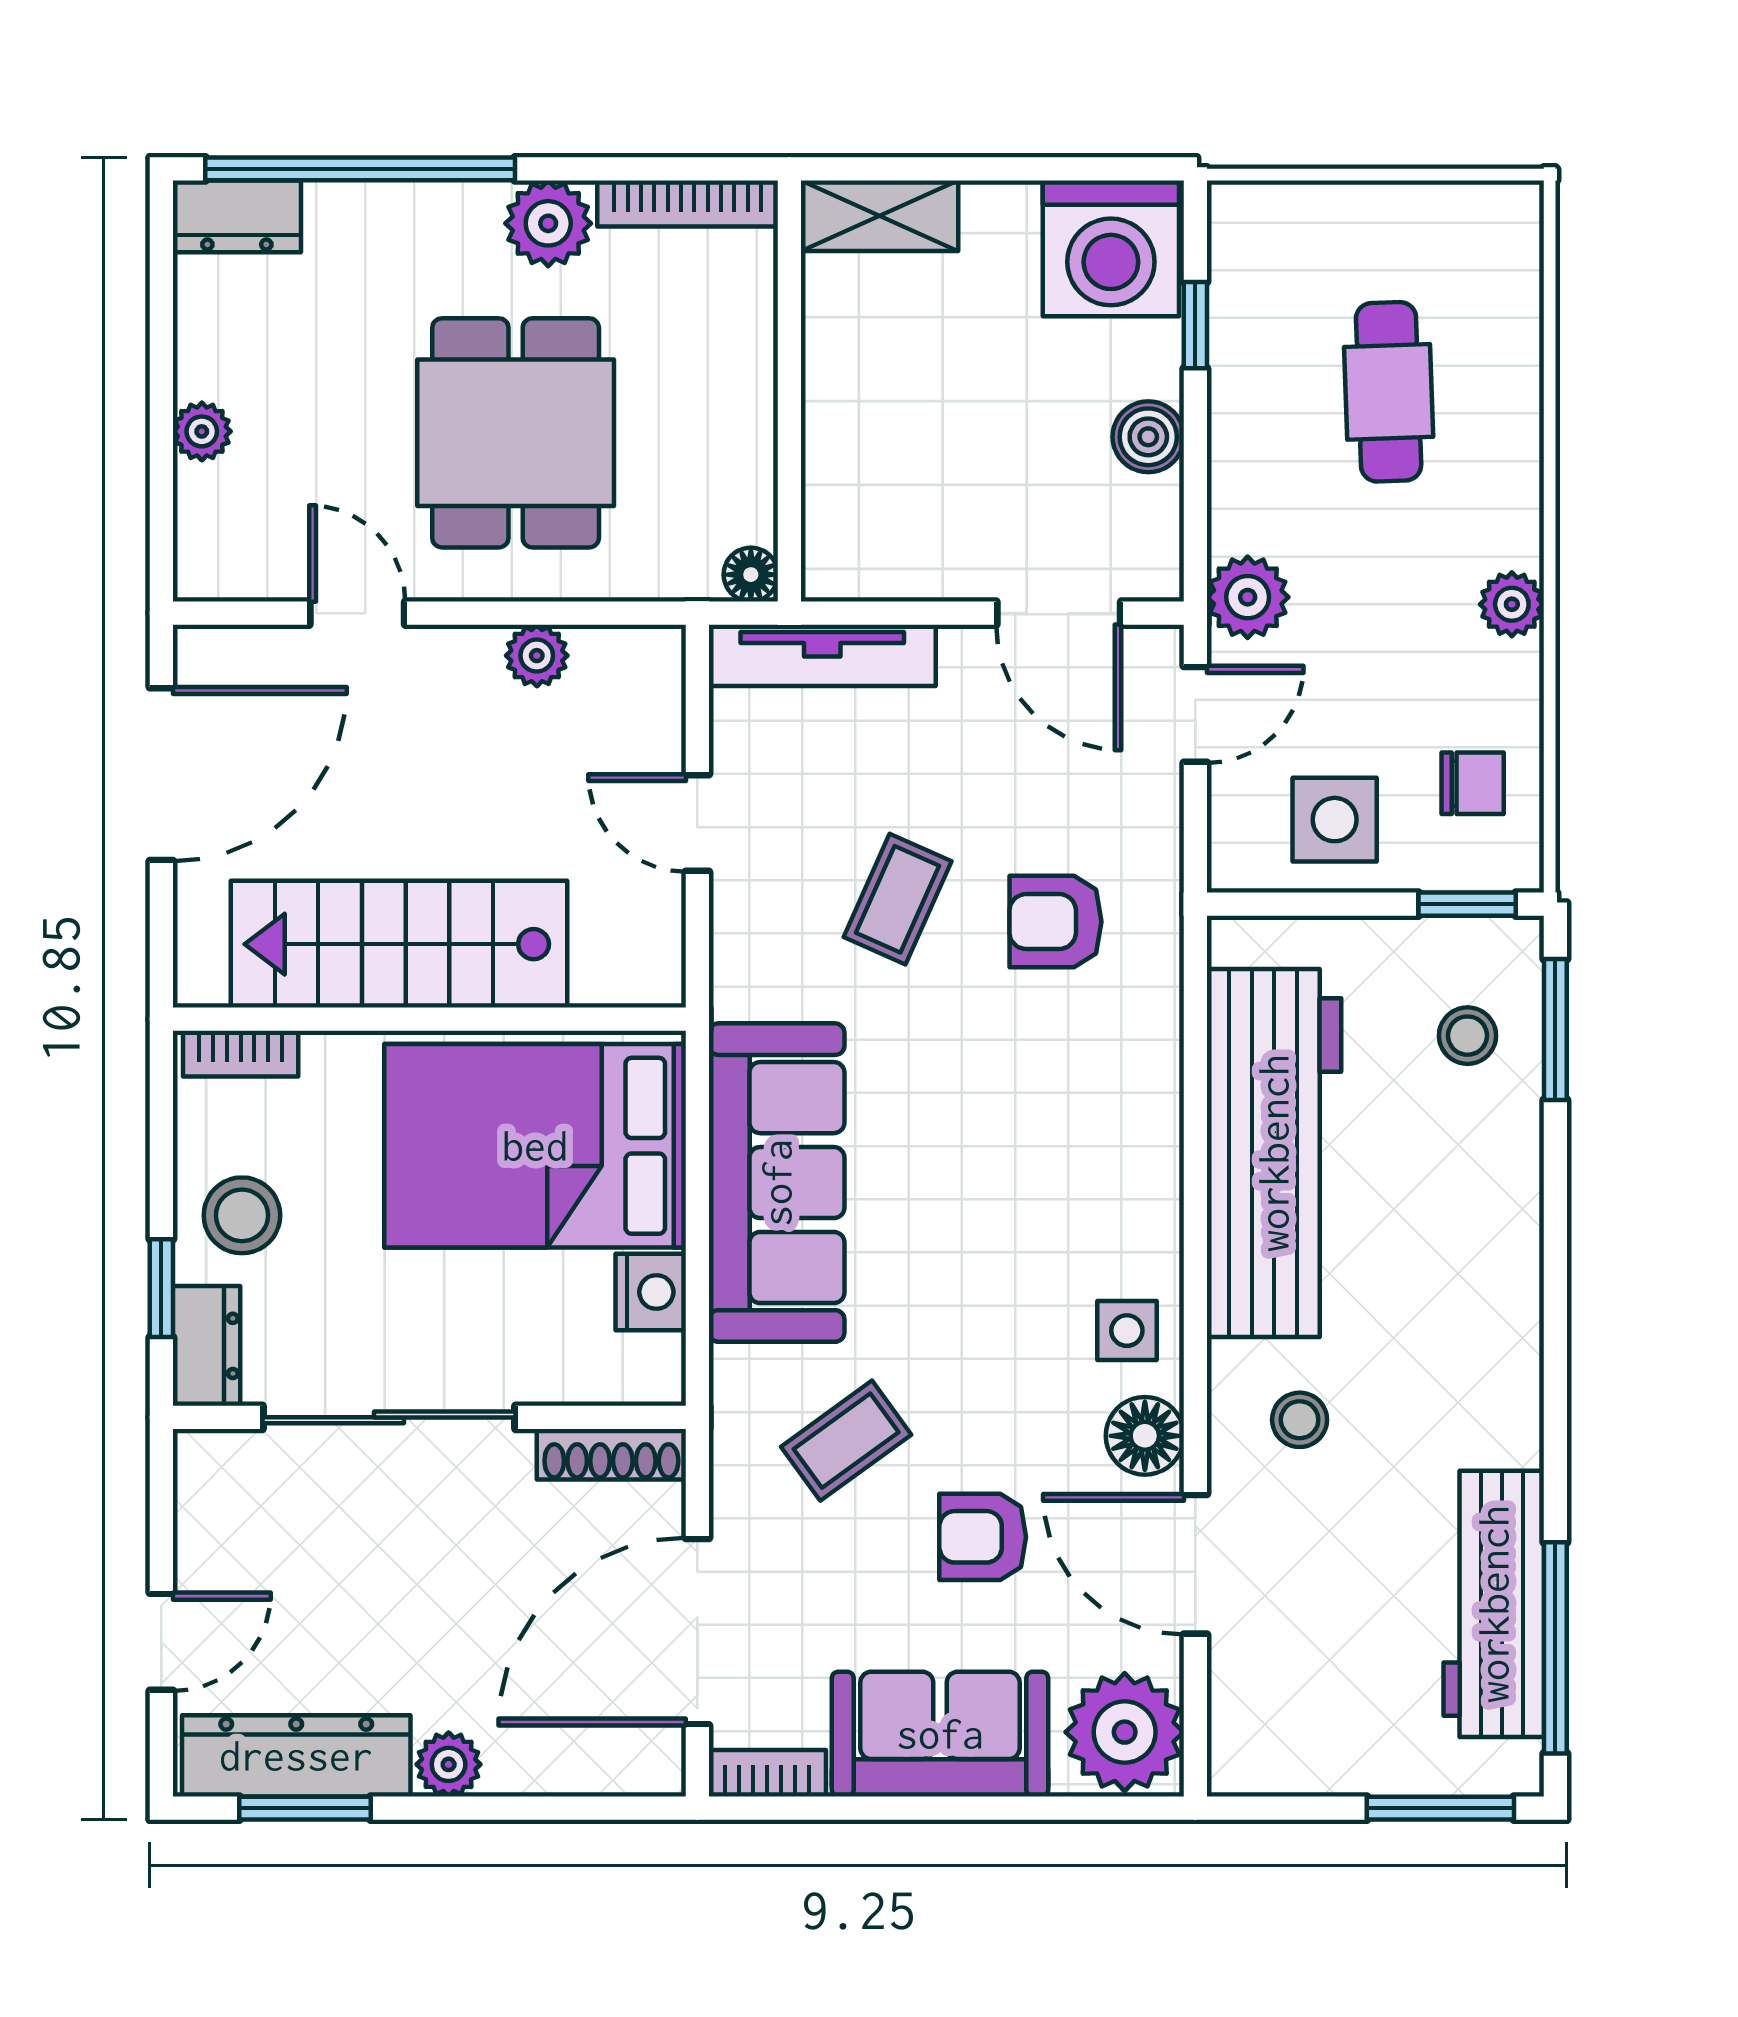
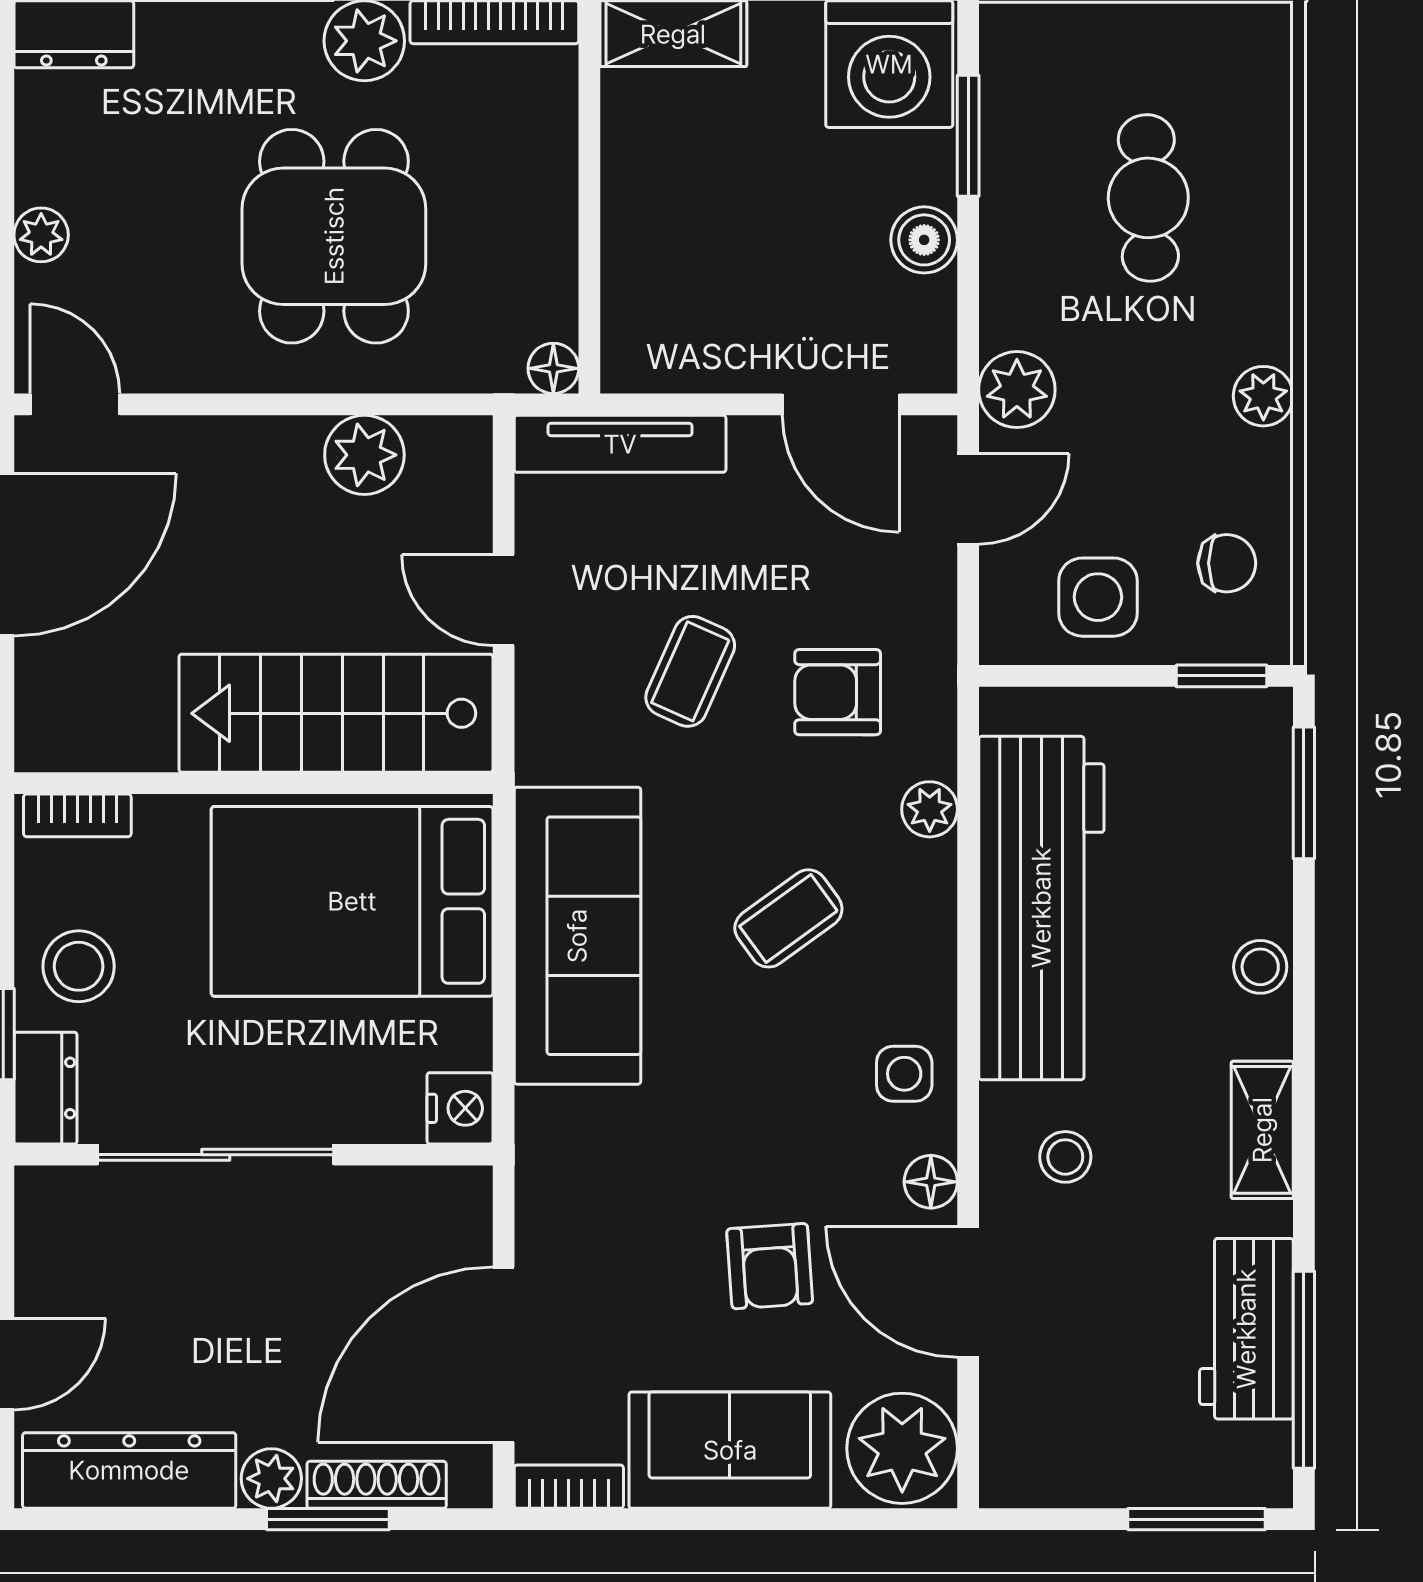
window: (1195, 325) -> (968, 136), width x1.50
door: (357, 613) -> (75, 404), moved
plant: (537, 656) -> (364, 455), width x1.38, depth x1.38
stairs: (399, 944) -> (336, 713), moved
stool: (1468, 1036) -> (1260, 967), moved
plant: (1154, 1047) -> (930, 809), added
nightstand: (651, 1292) -> (460, 1108), moved
shelving: (1511, 1391) -> (1262, 1130), added
floor lamp: (1145, 1436) -> (931, 1182), width x0.73, depth x0.73
coffee table: (846, 1441) -> (788, 918), moved
shoe rack: (611, 1454) -> (377, 1485), moved, turned 180
armchair: (983, 1537) -> (770, 1266), turned -94
workbench: (1494, 1604) -> (1246, 1329), width x0.73
window: (305, 1808) -> (328, 1519), moved

